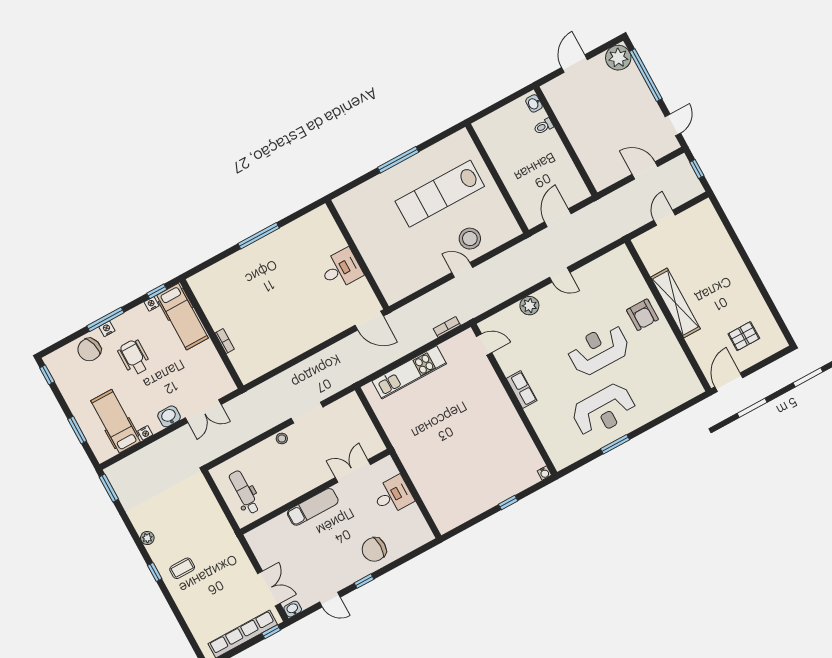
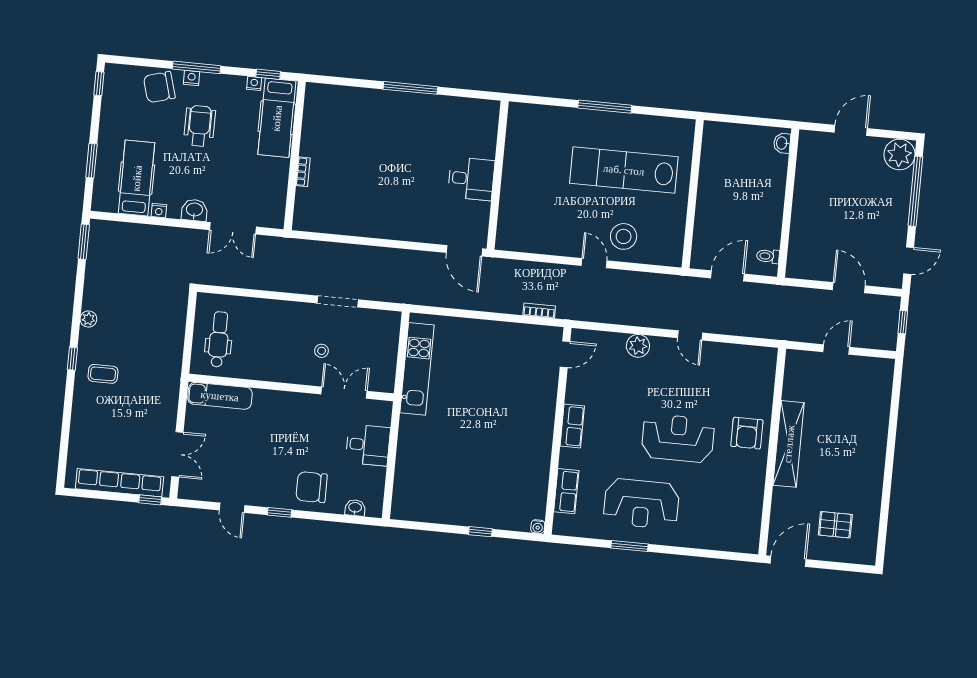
toilet: (544, 126) -> (768, 256), moved
door: (484, 344) -> (565, 354), hinge flipped
kitchen unit: (409, 372) -> (417, 369), moved, turned -90
row of seats: (547, 436) -> (566, 491), added
stool: (282, 439) -> (322, 351), moved
exam couch: (313, 507) -> (220, 396), moved
washbasin: (293, 609) -> (355, 508), moved

